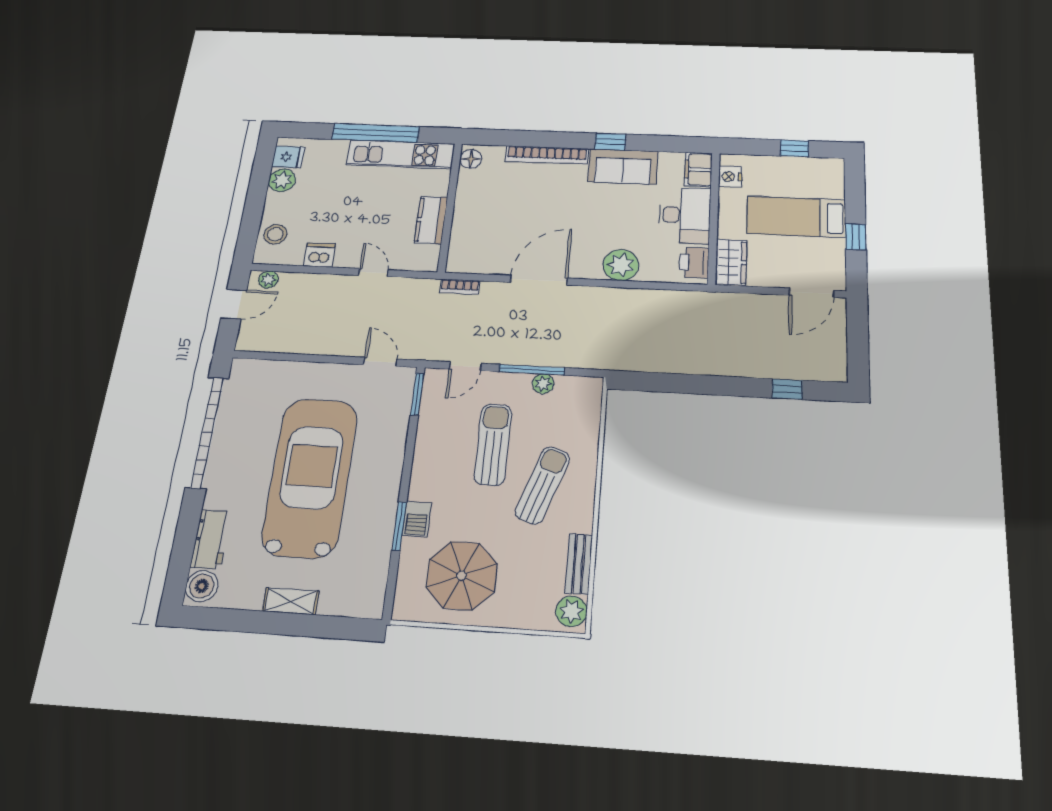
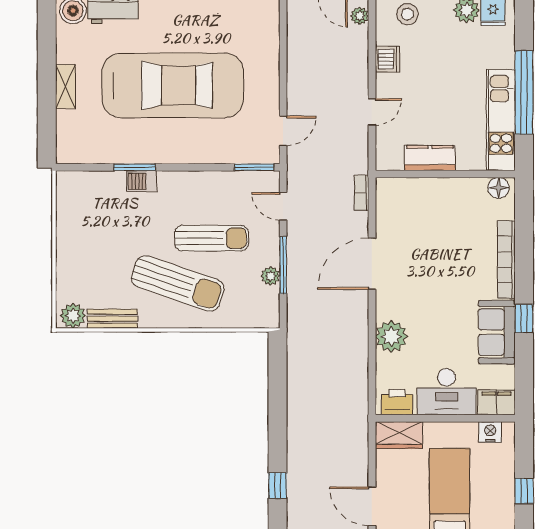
door: (539, 280) -> (372, 264), swing flipped
sun lounger: (543, 485) -> (178, 283), width x1.36, depth x1.34
parasol: (462, 576) -> (96, 224), removed

